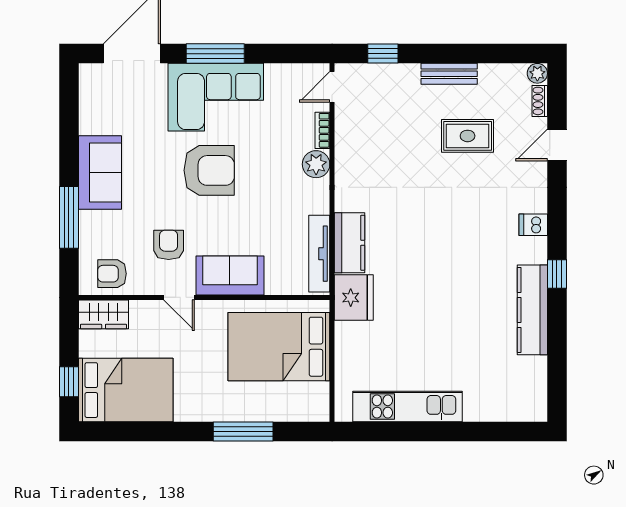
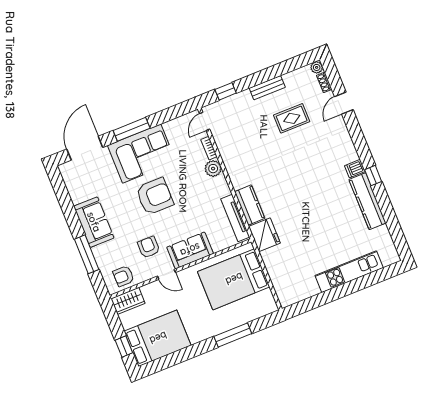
dishwasher: (533, 225) -> (355, 169), moved
kitchen unit: (407, 406) -> (349, 272), moved

